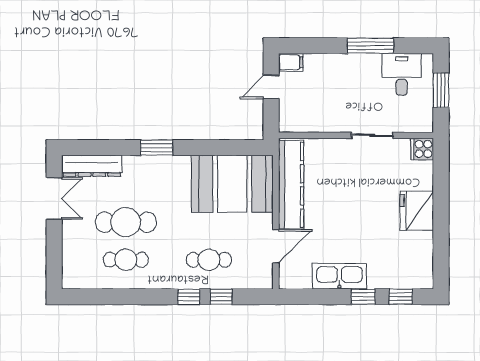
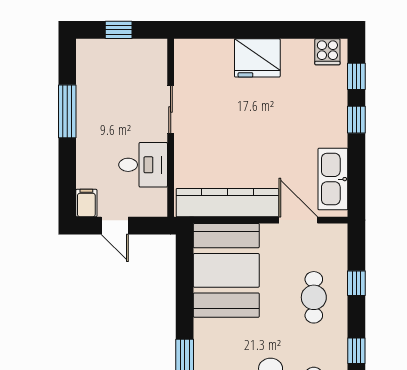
desk: (402, 74) -> (143, 165), moved, turned 180
window: (441, 90) -> (119, 30), width x0.67
cooker: (422, 149) -> (327, 52), moved
kitchen sink: (339, 276) -> (333, 179), moved
window: (189, 297) -> (356, 351), moved

